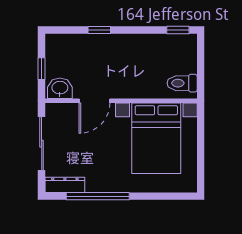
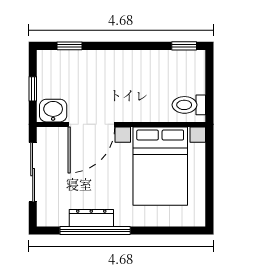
window: (99, 30) -> (69, 46), moved
door: (94, 101) -> (91, 124), width x1.36
dresser: (65, 185) -> (91, 218), moved

